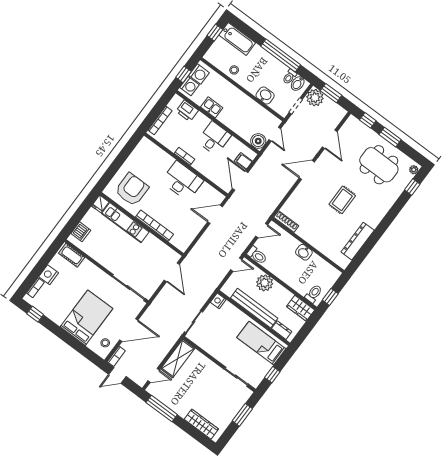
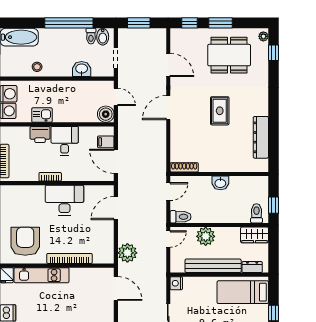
plant: (315, 98) -> (127, 253), moved
printer: (187, 111) -> (40, 134), moved

